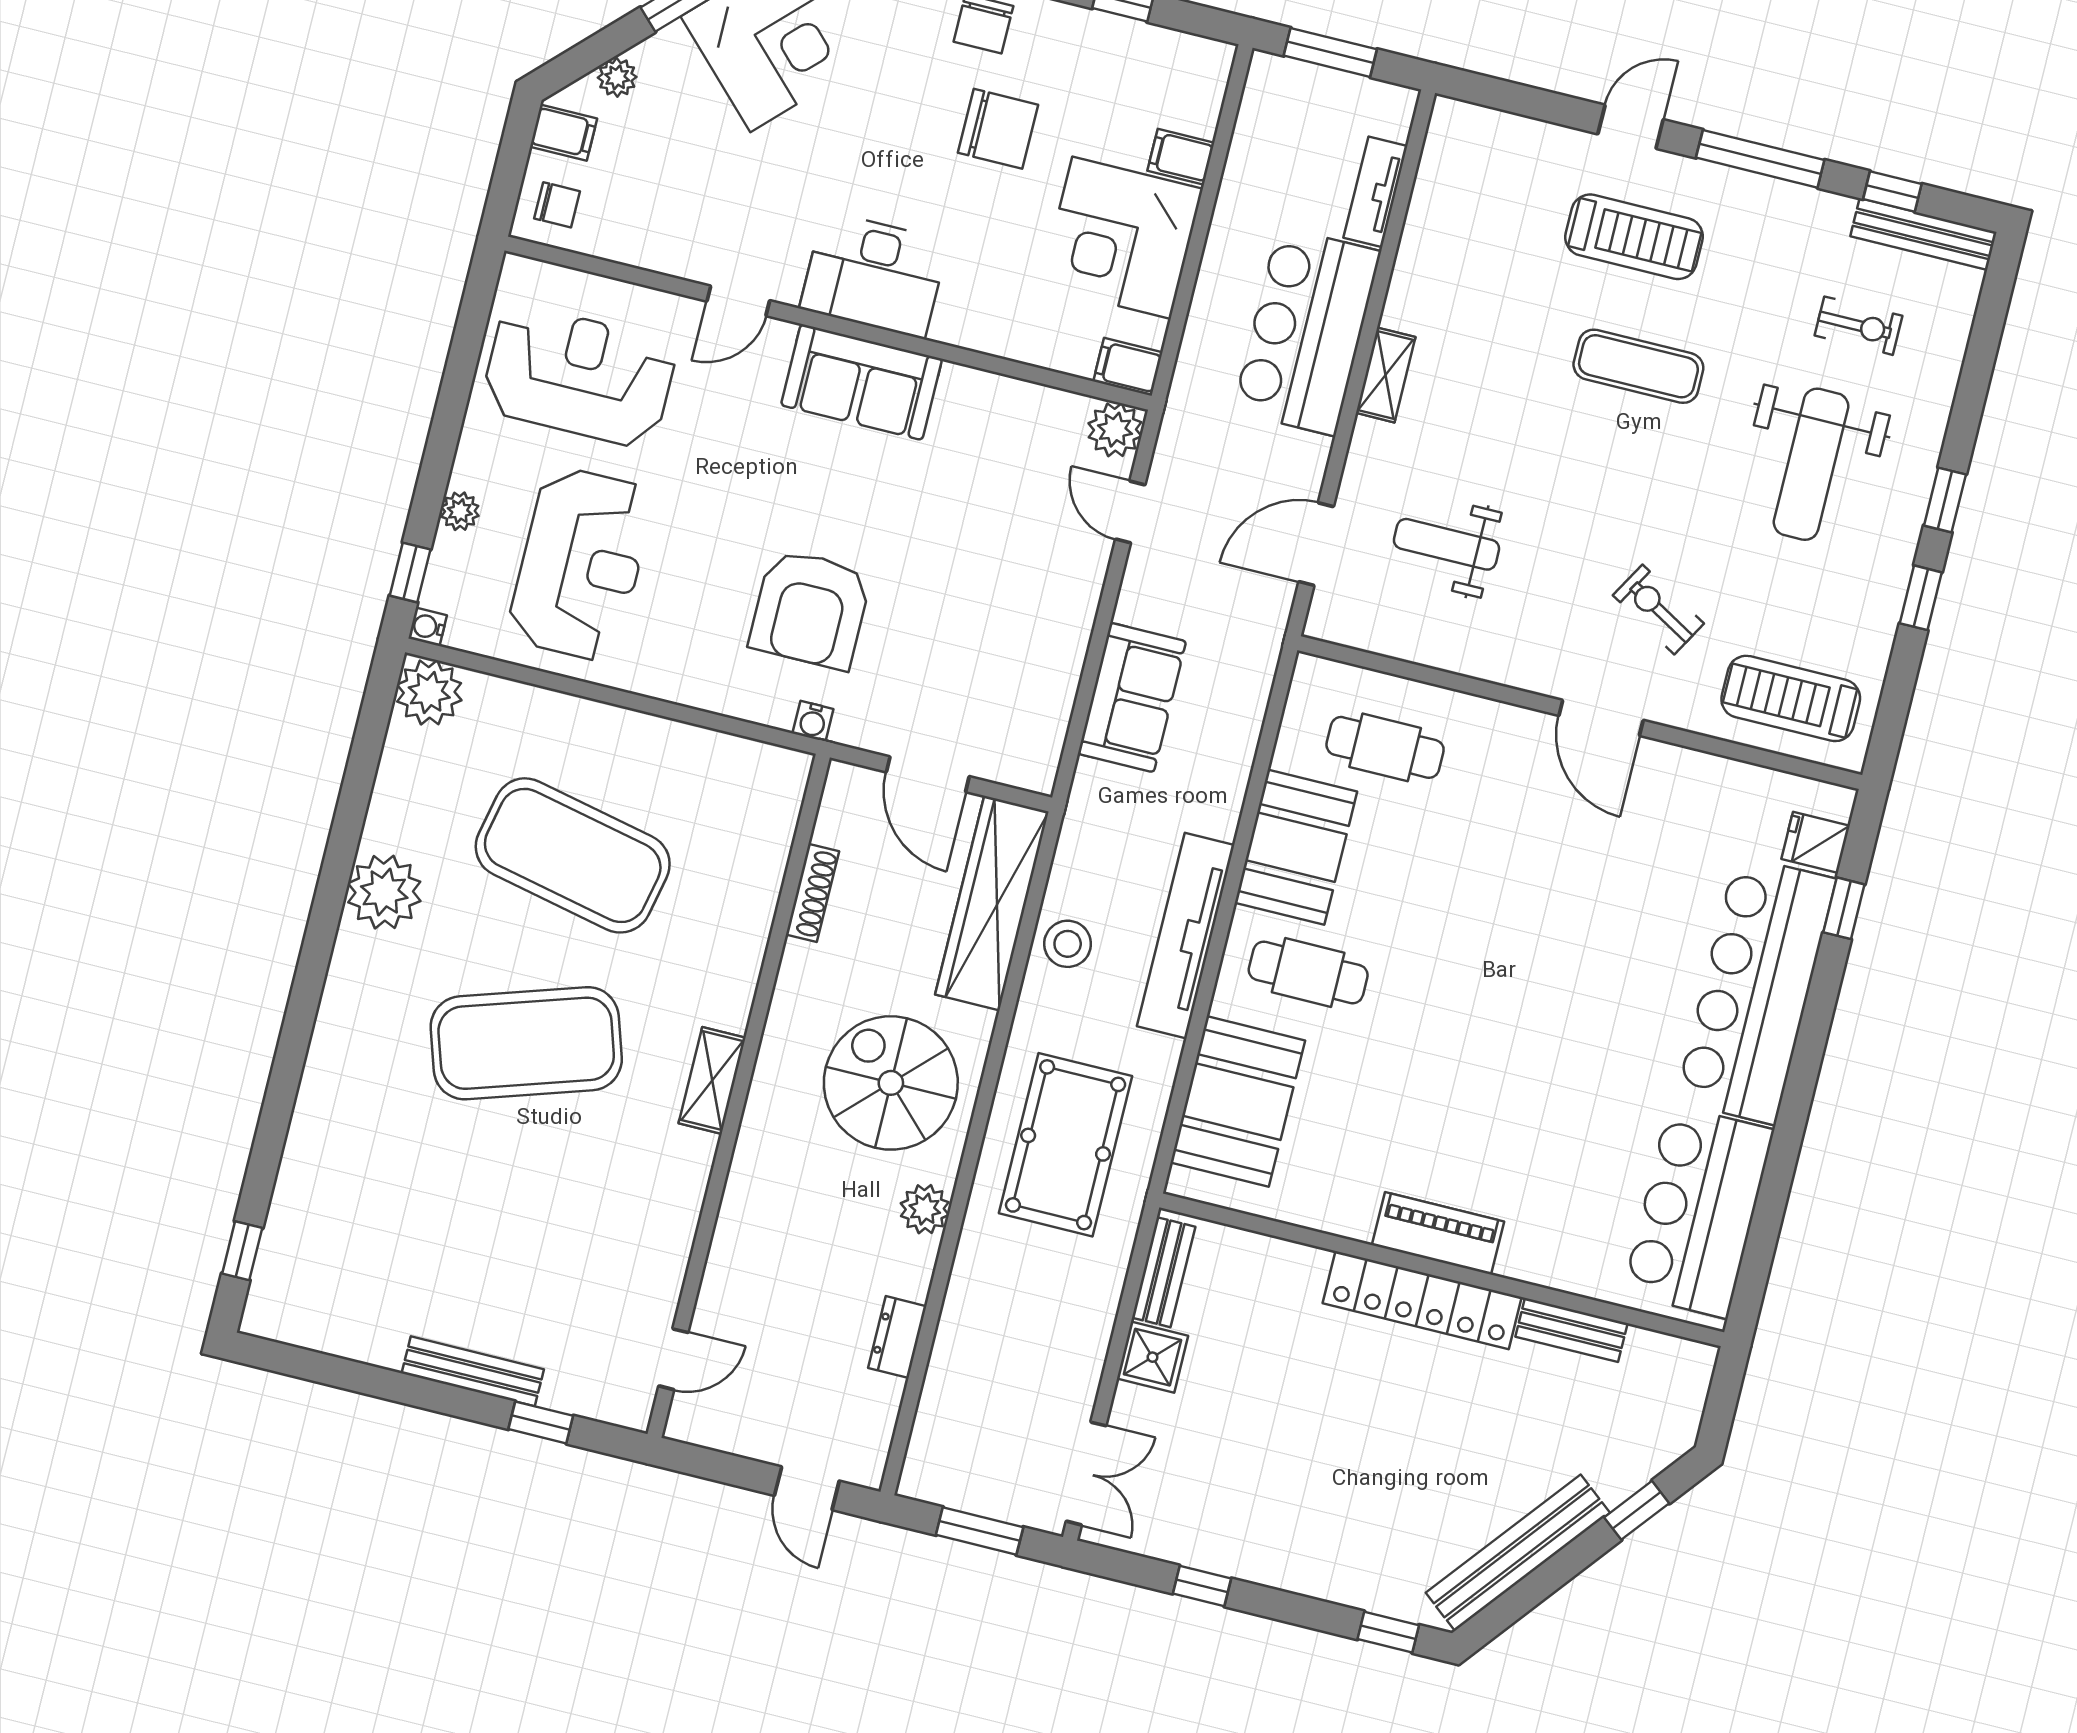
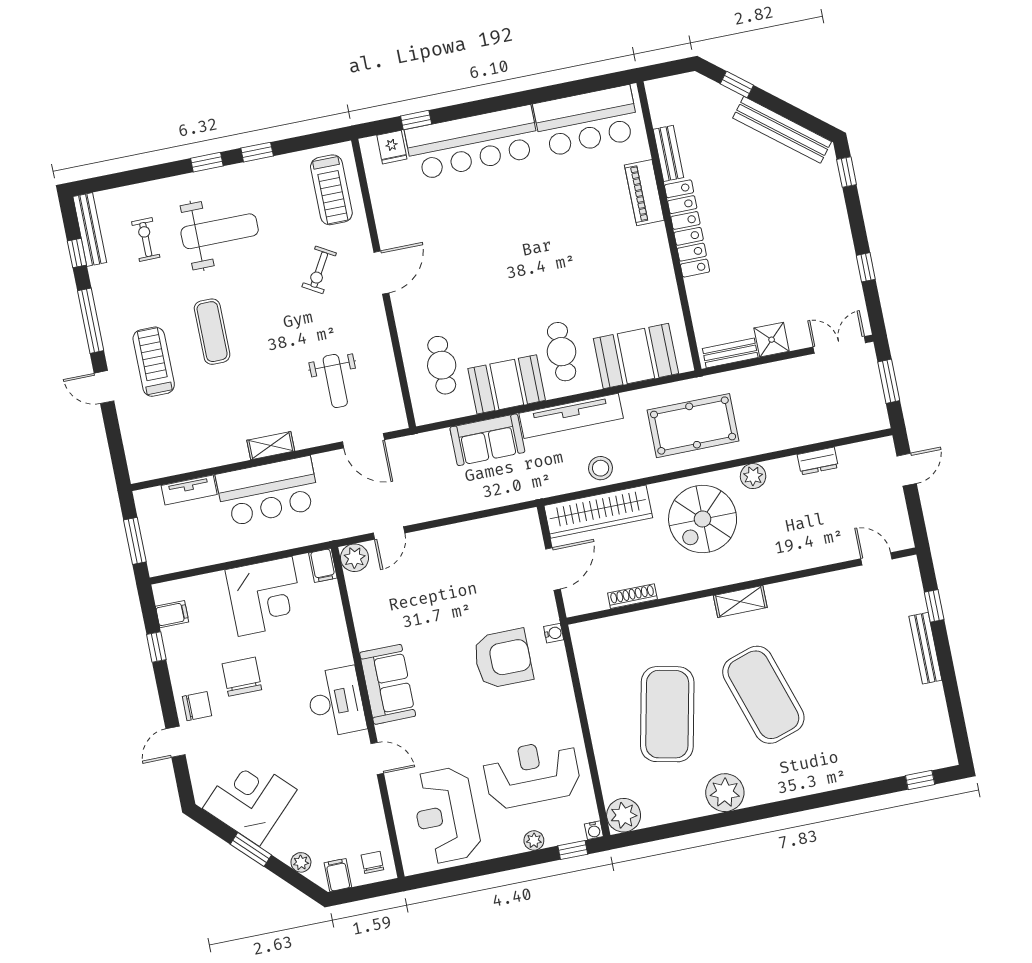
filing cabinet: (1181, 157) -> (172, 614), moved, turned -90
sofa: (1132, 697) -> (487, 440), moved, turned 180
piano: (1438, 1233) -> (644, 193), moved

